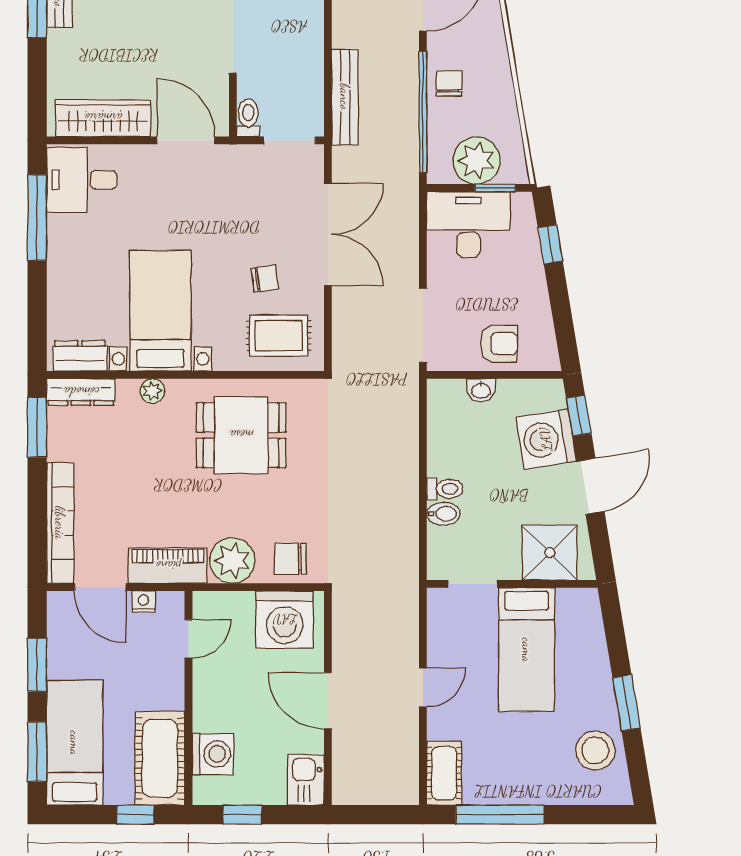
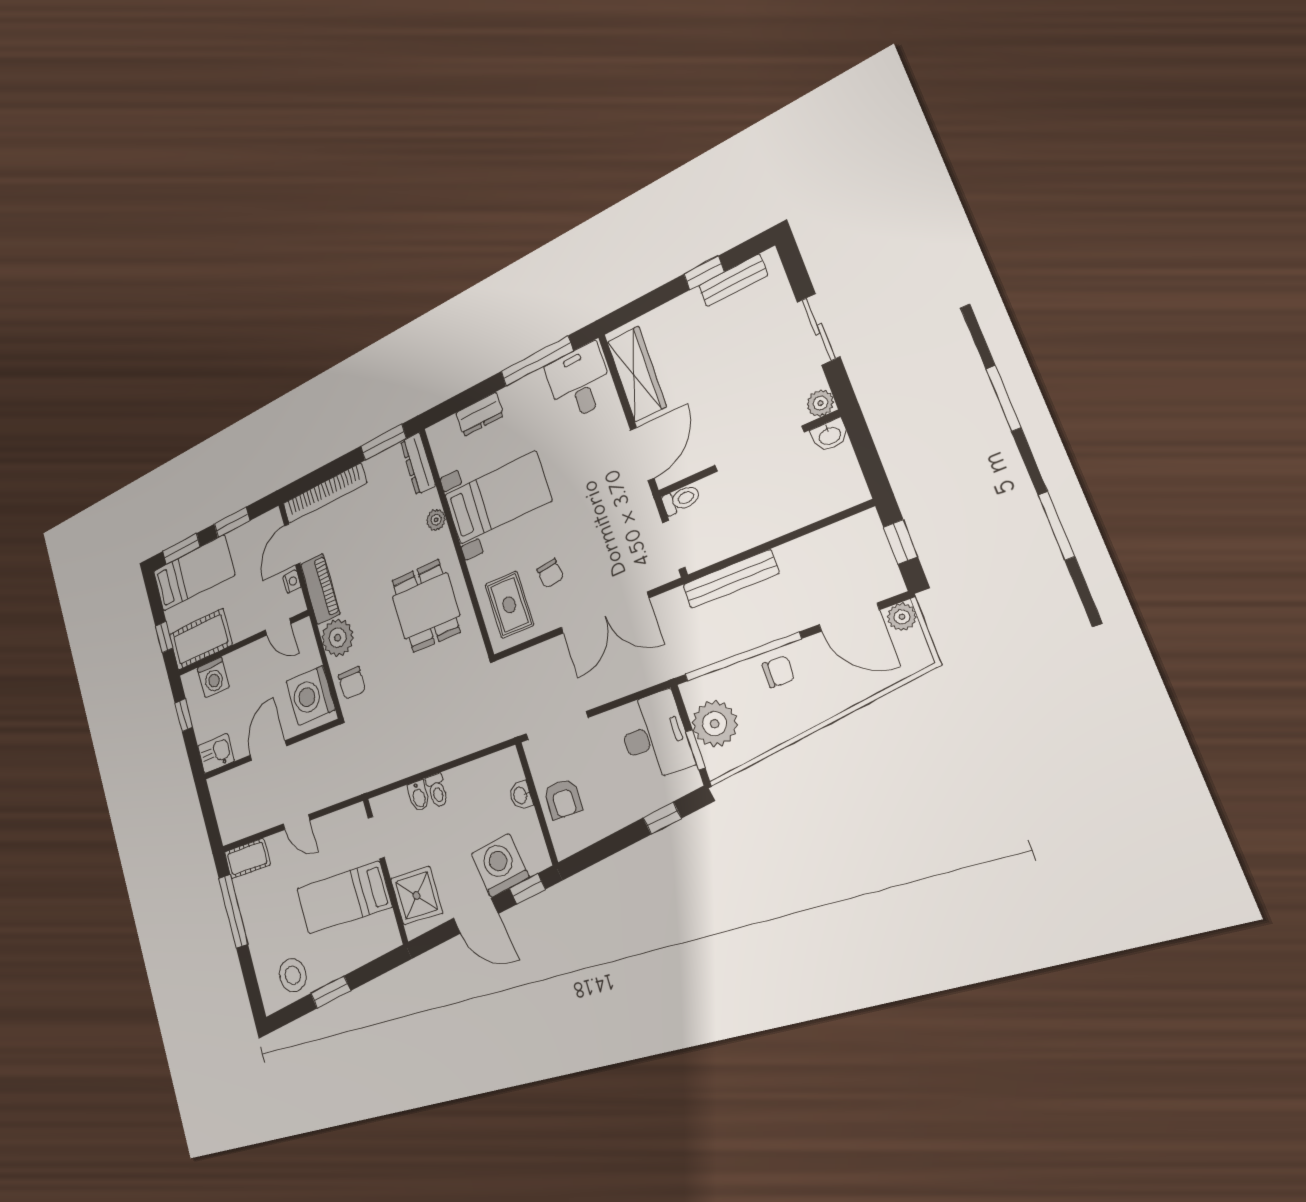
dresser: (80, 356) -> (480, 414), moved, turned 90
chair: (290, 559) -> (352, 683), turned 180

